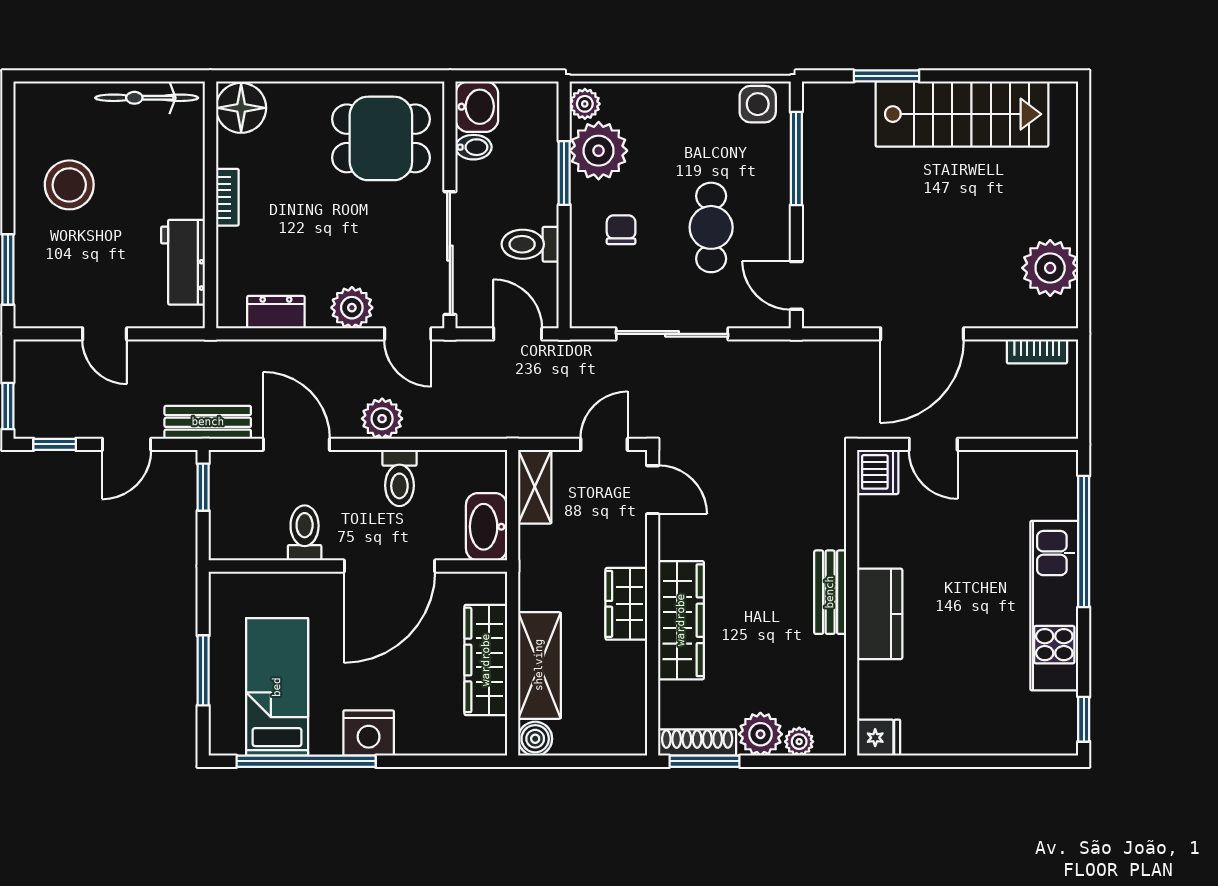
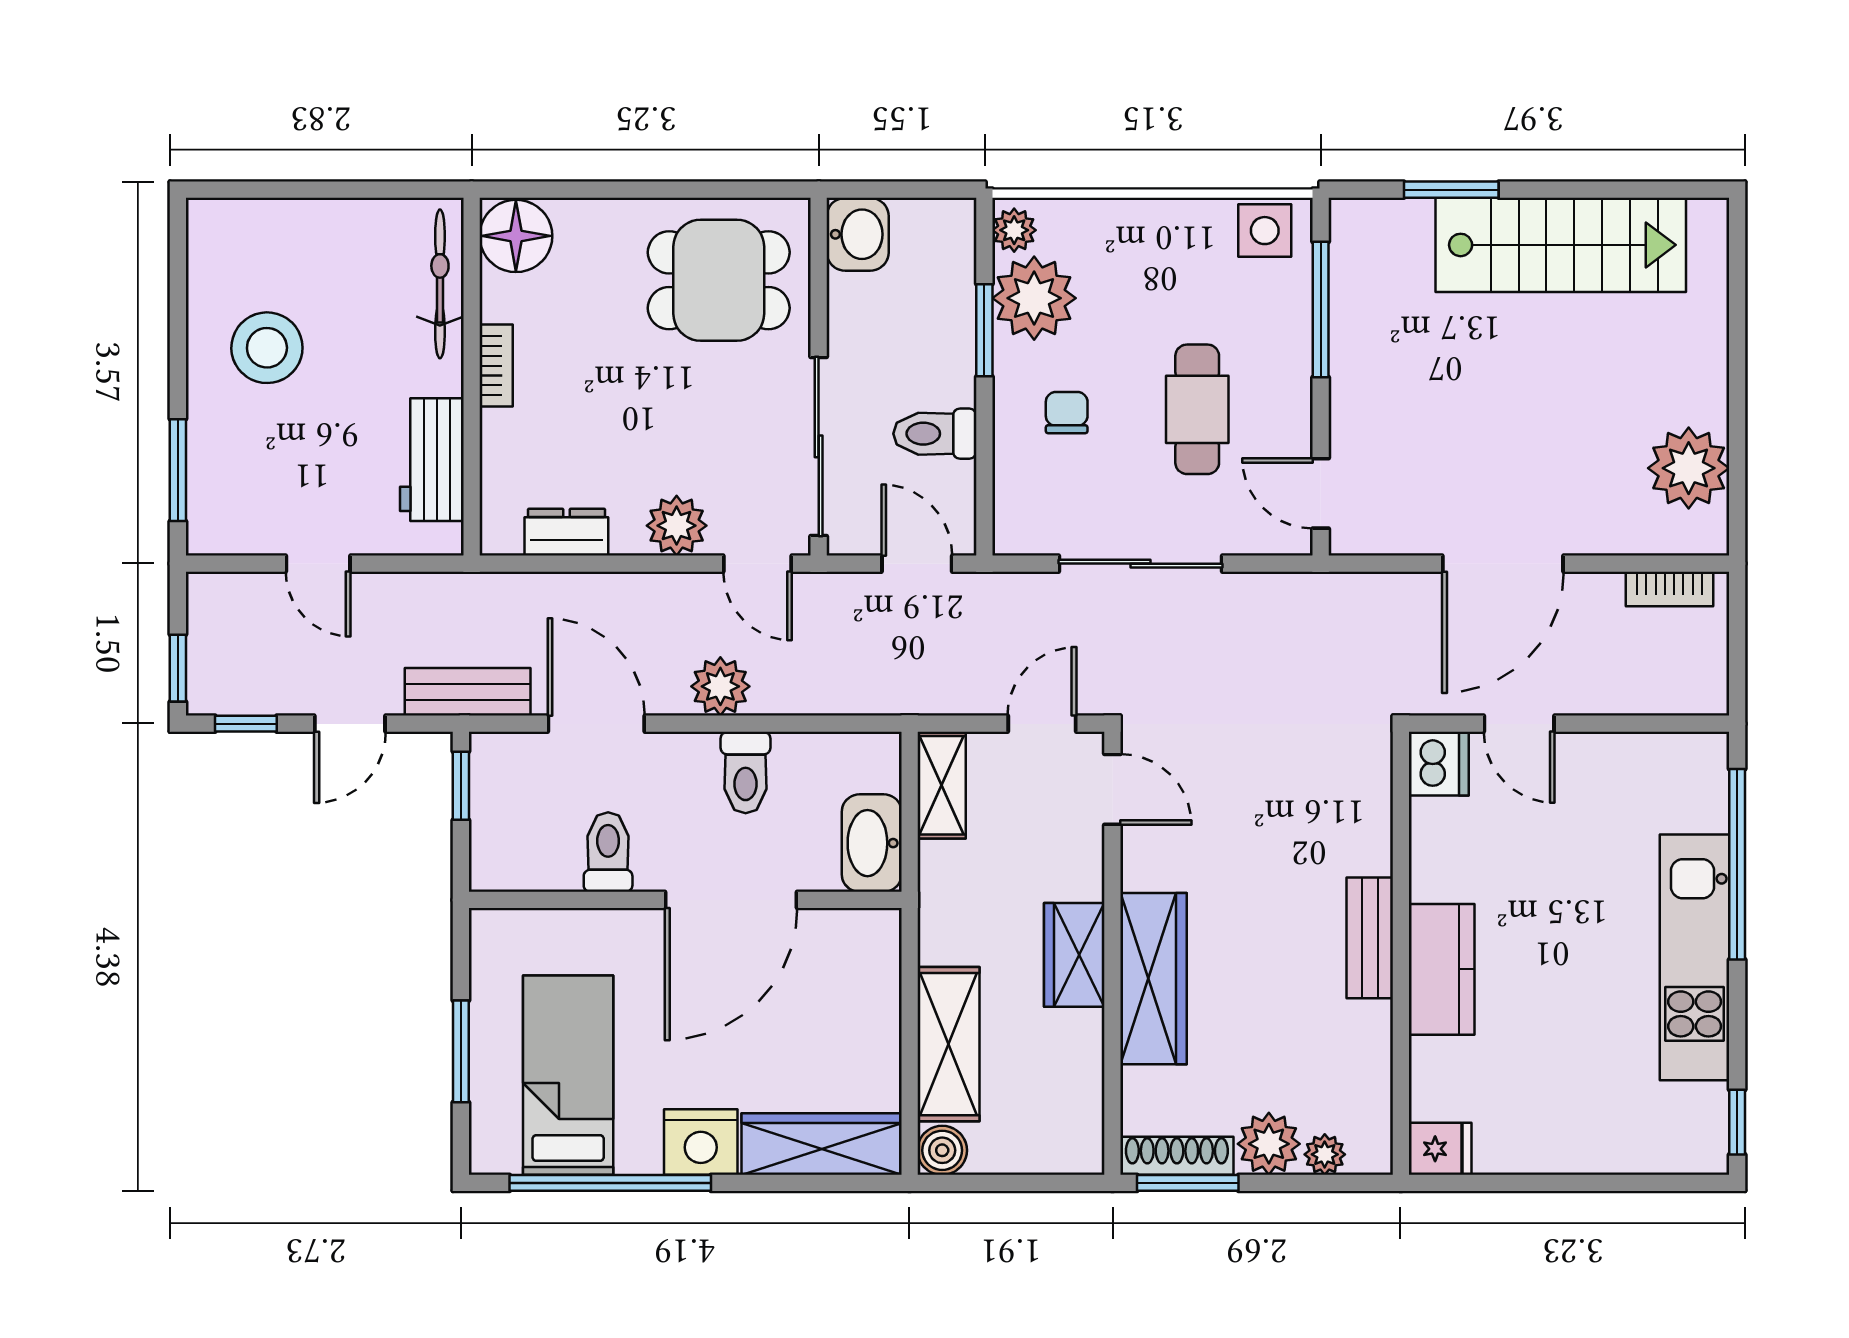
bicycle: (147, 98) -> (440, 284), moved, turned 90
bidet: (474, 147) -> (853, 293), removed
wardrobe: (486, 660) -> (822, 1144), moved, turned 90

